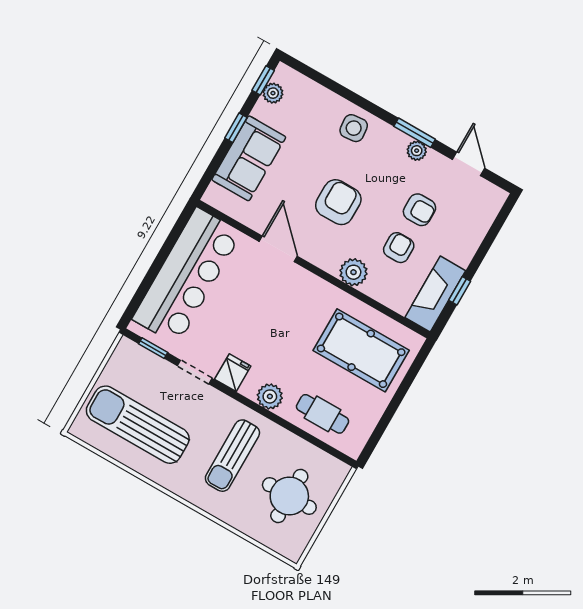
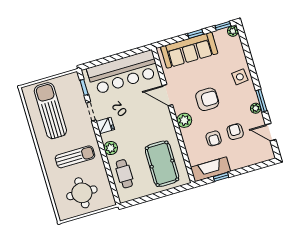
plant: (273, 93) -> (233, 31), moved
sofa: (249, 158) -> (189, 50), width x1.36
door: (469, 164) -> (271, 132), swing flipped
armchair: (419, 210) -> (235, 132), turned 180
armchair: (399, 248) -> (214, 138), turned 90
door: (278, 249) -> (167, 95), swing flipped
plant: (353, 272) -> (184, 120), moved
sun lounger: (232, 456) -> (75, 157), turned 180

